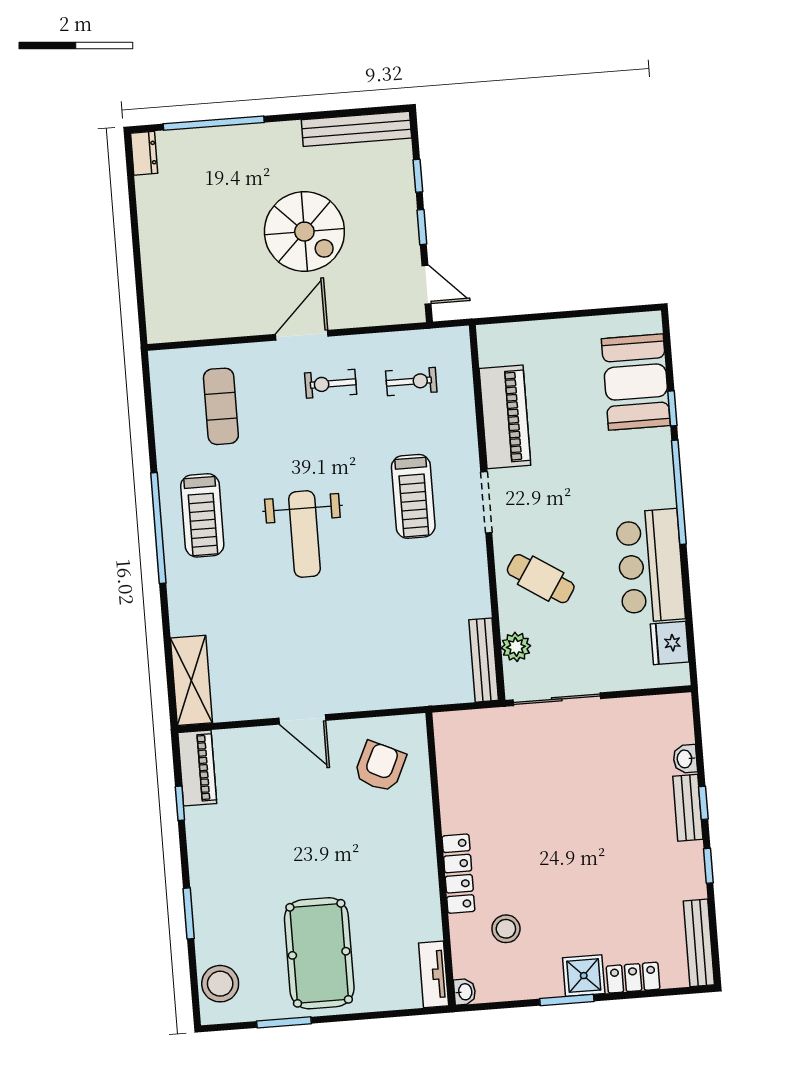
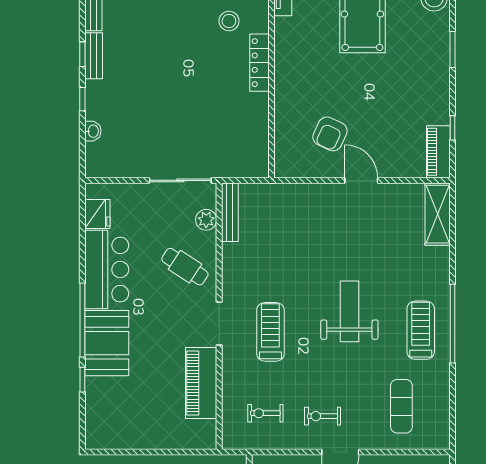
booth: (636, 382) -> (107, 343), moved
exercise bike: (331, 384) -> (323, 416), turned 180
armchair: (380, 767) -> (330, 134), moved
bench: (688, 808) -> (94, 56), moved

